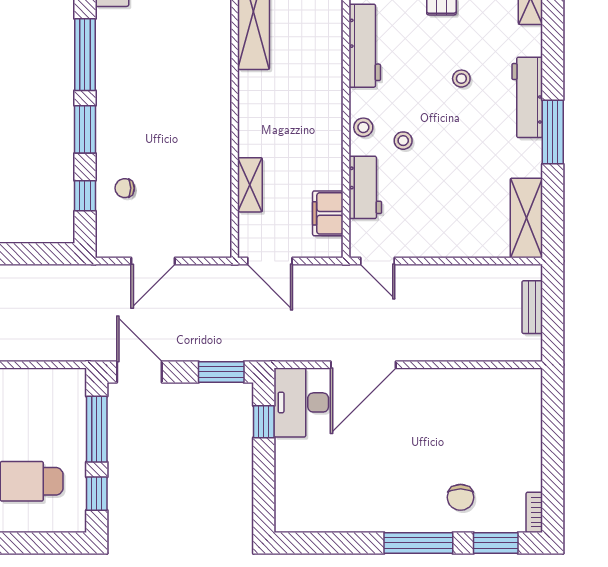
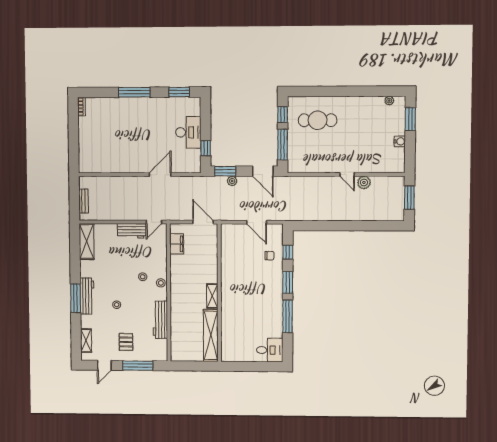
window: (553, 132) -> (76, 298), moved
shelving: (250, 185) -> (212, 296), moved
workbench: (365, 187) -> (132, 231), moved, turned -90
door: (153, 261) -> (257, 222), swing flipped
door: (378, 261) -> (154, 222), swing flipped
plant: (206, 351) -> (232, 181), added
door: (363, 365) -> (160, 175), width x0.73
desk: (301, 402) -> (188, 132), moved
chair: (461, 497) -> (115, 113), removed
window: (496, 543) -> (179, 92), moved

